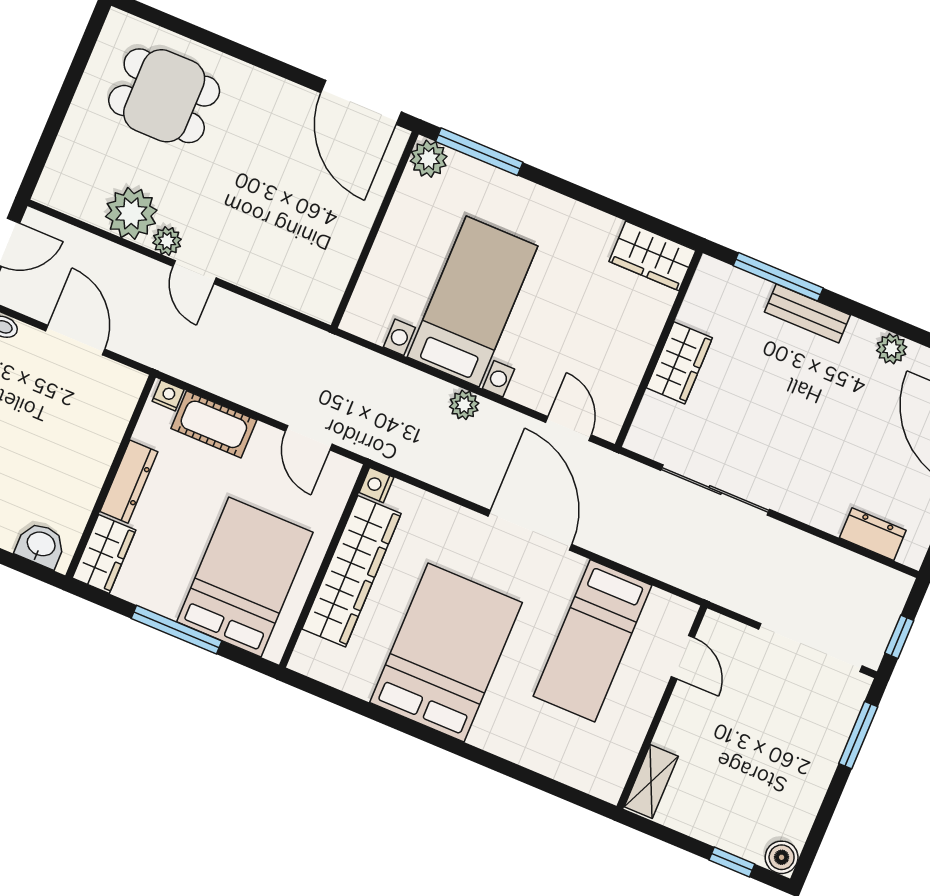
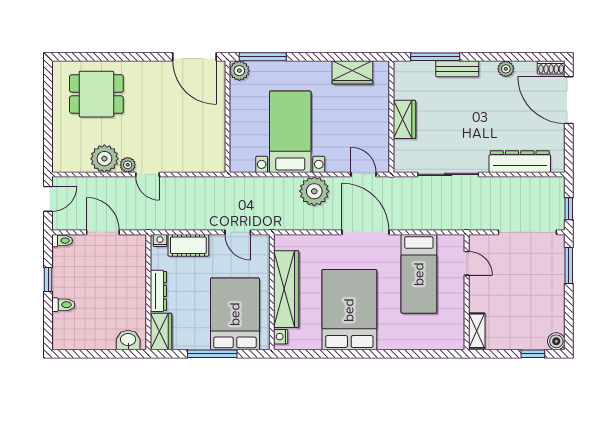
wardrobe: (652, 256) -> (352, 72), moved
plant: (464, 405) -> (314, 191), width x1.87, depth x1.87
nightstand: (376, 485) -> (281, 337), moved
dresser: (873, 534) -> (520, 162), width x1.96, depth x1.24

